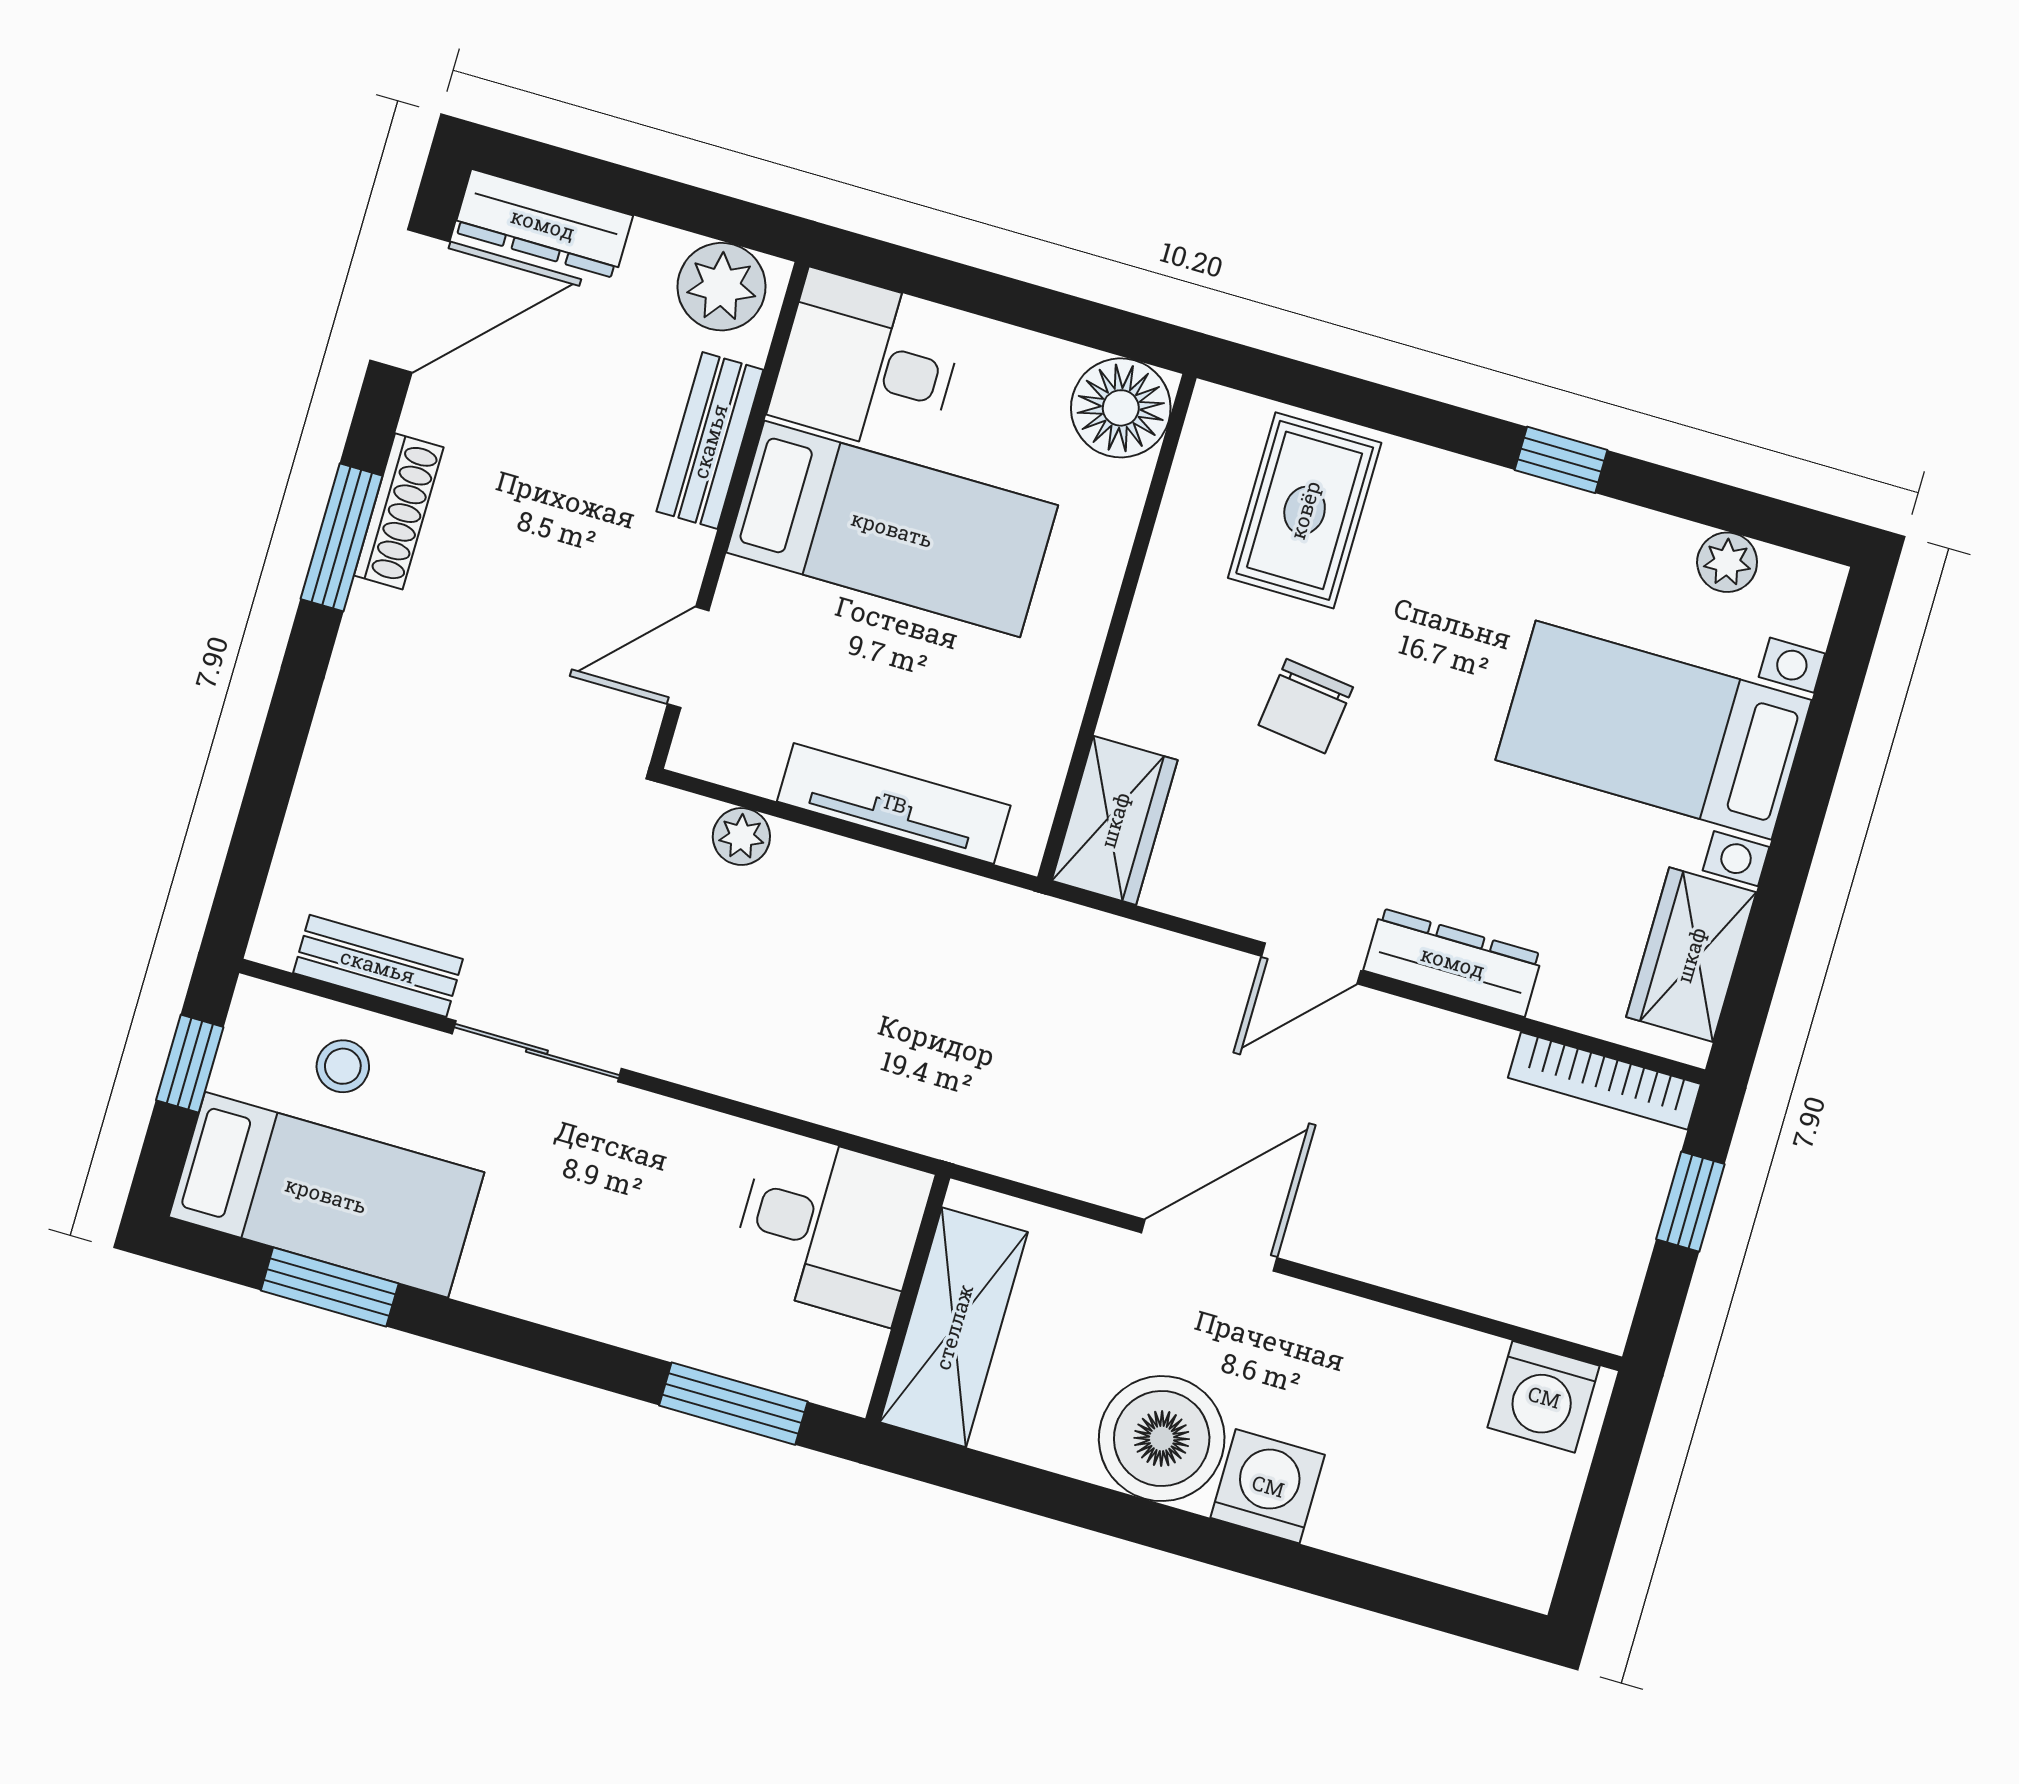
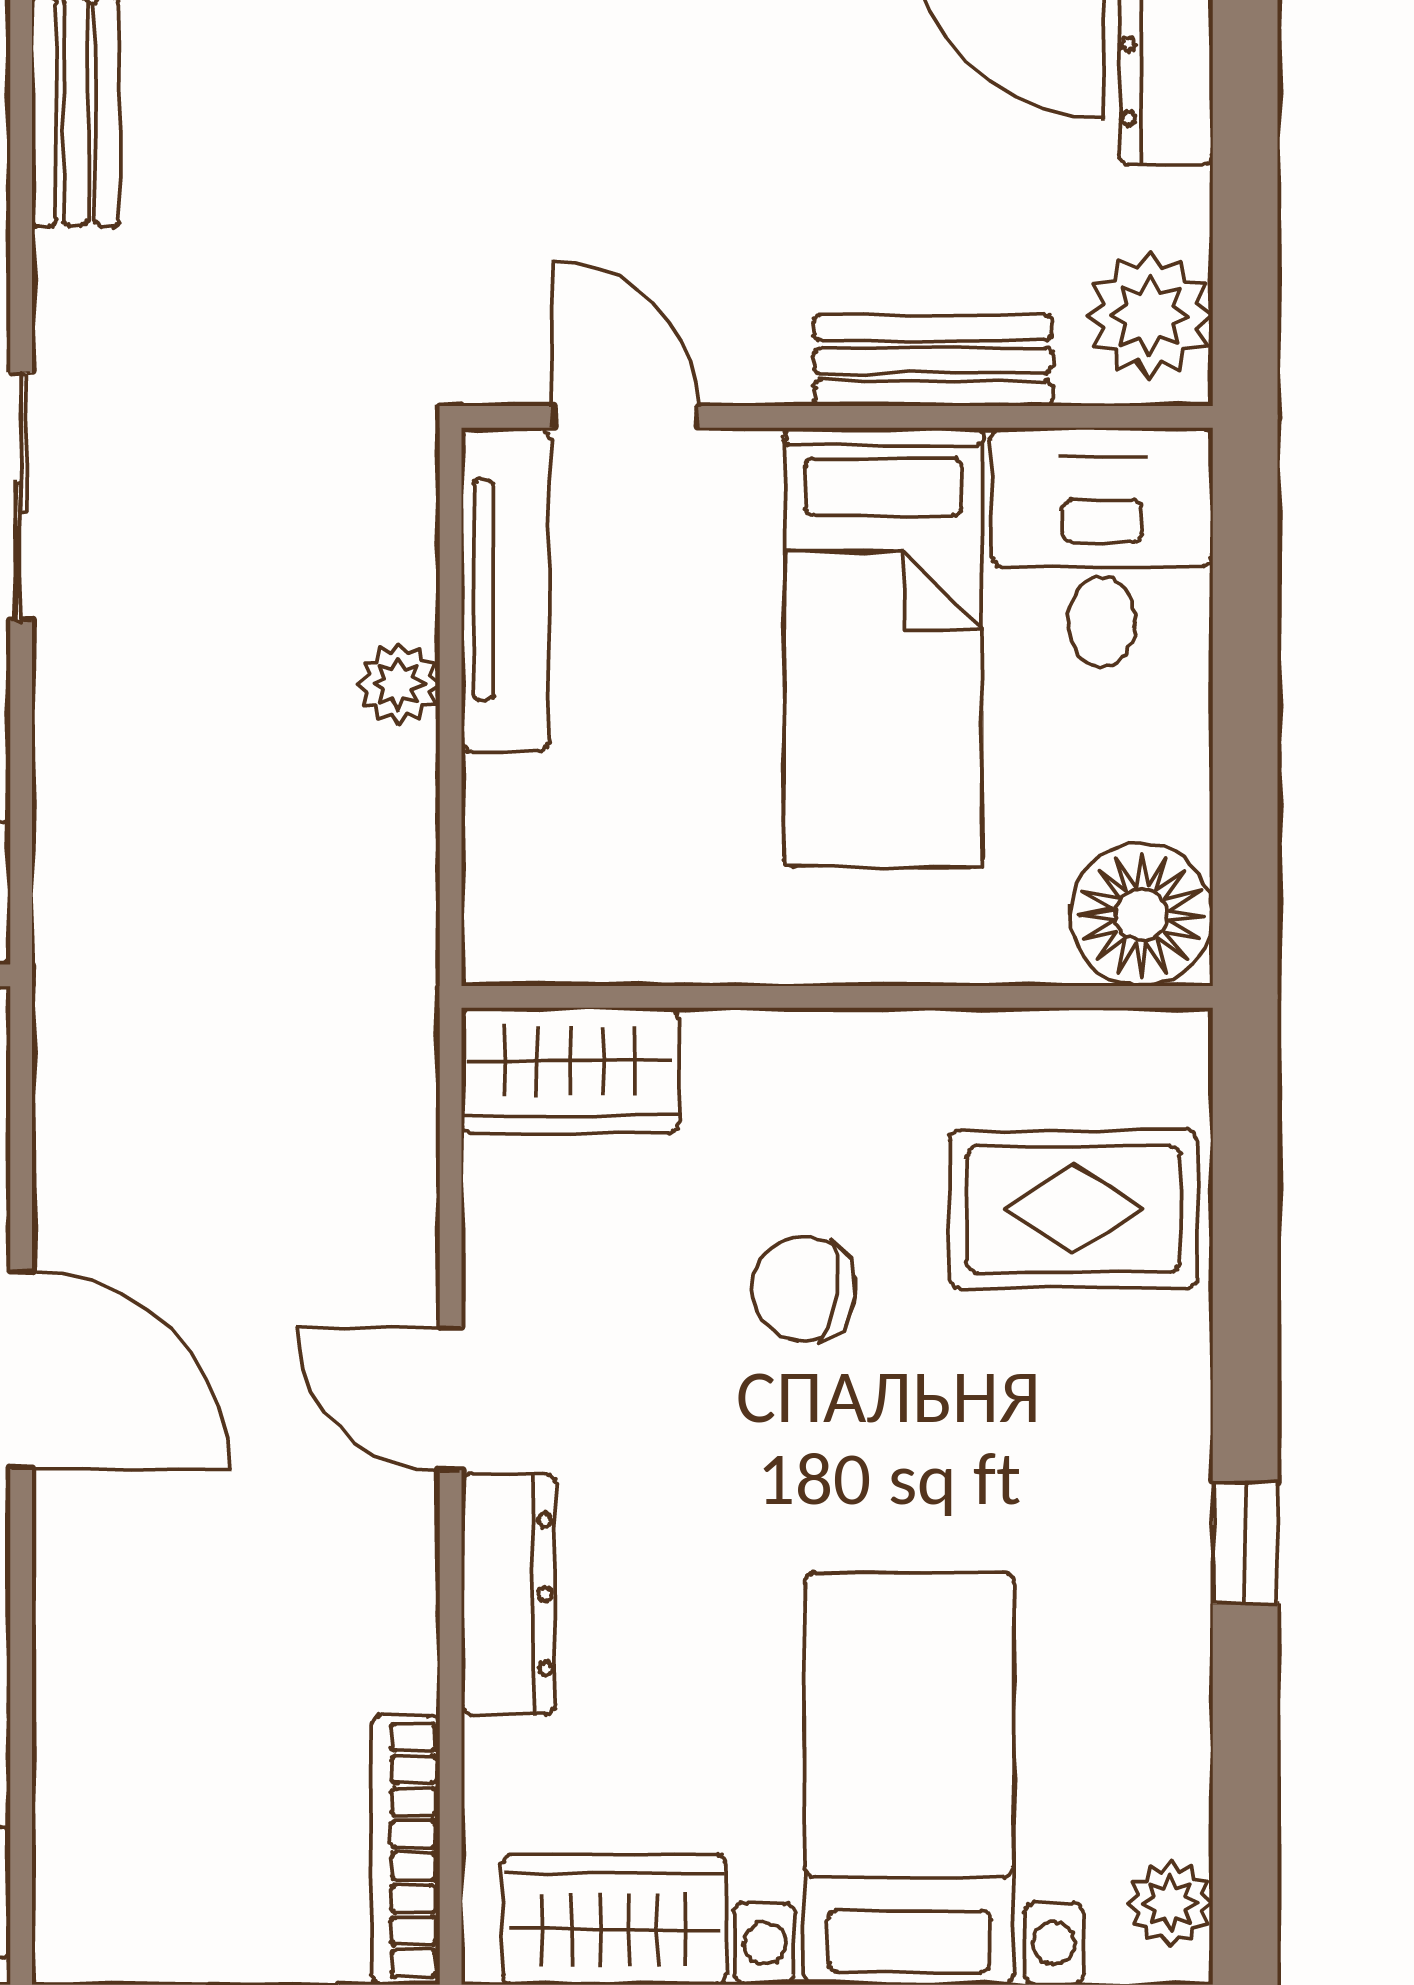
plant: (1727, 562) -> (1170, 1903), moved
tv unit: (894, 803) -> (505, 590), moved
plant: (741, 837) -> (399, 684), moved
sliding door: (537, 1051) -> (21, 497), moved

